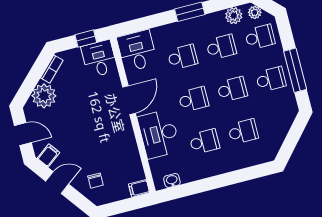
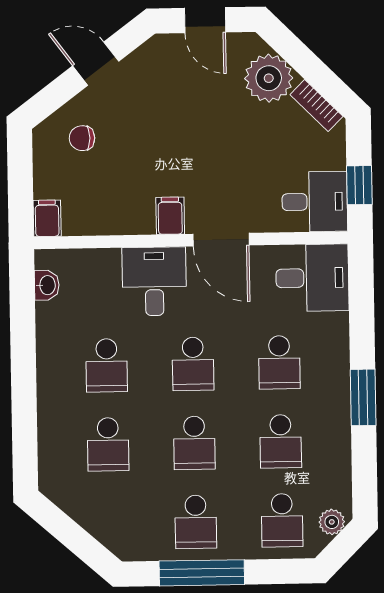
plant: (234, 16) -> (335, 480), removed
door: (23, 134) -> (205, 20), hinge flipped
desk: (159, 134) -> (154, 281), width x0.73
filing cabinet: (48, 155) -> (170, 216), moved, turned -143
door: (57, 183) -> (96, 64), swing flipped

